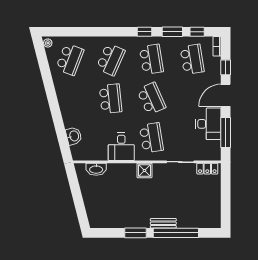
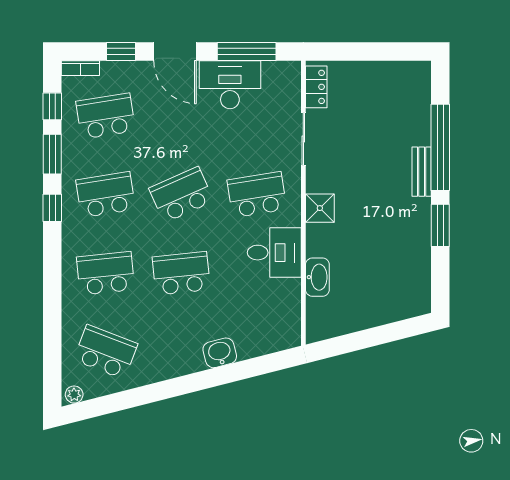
school desk: (111, 59) -> (106, 273), turned -30
washbasin: (74, 136) -> (220, 353), moved
washbasin: (96, 169) -> (317, 277), moved

